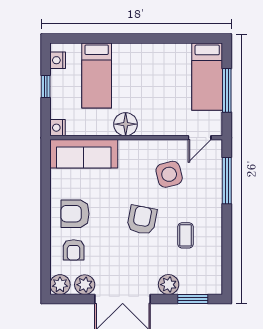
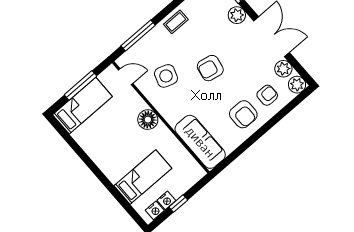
floor lamp: (126, 124) -> (148, 120), moved
nightstand: (58, 128) -> (166, 200), moved
side table: (169, 174) -> (166, 76), turned 33
coffee table: (186, 235) -> (176, 22), moved

